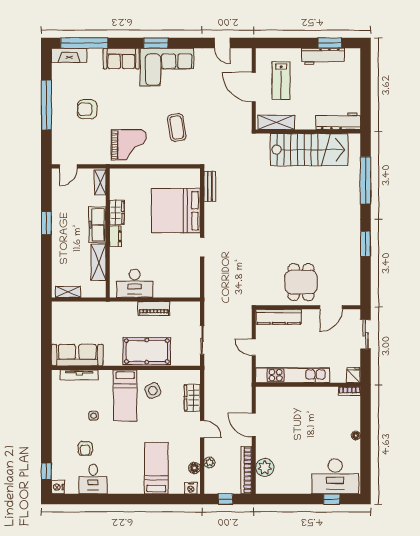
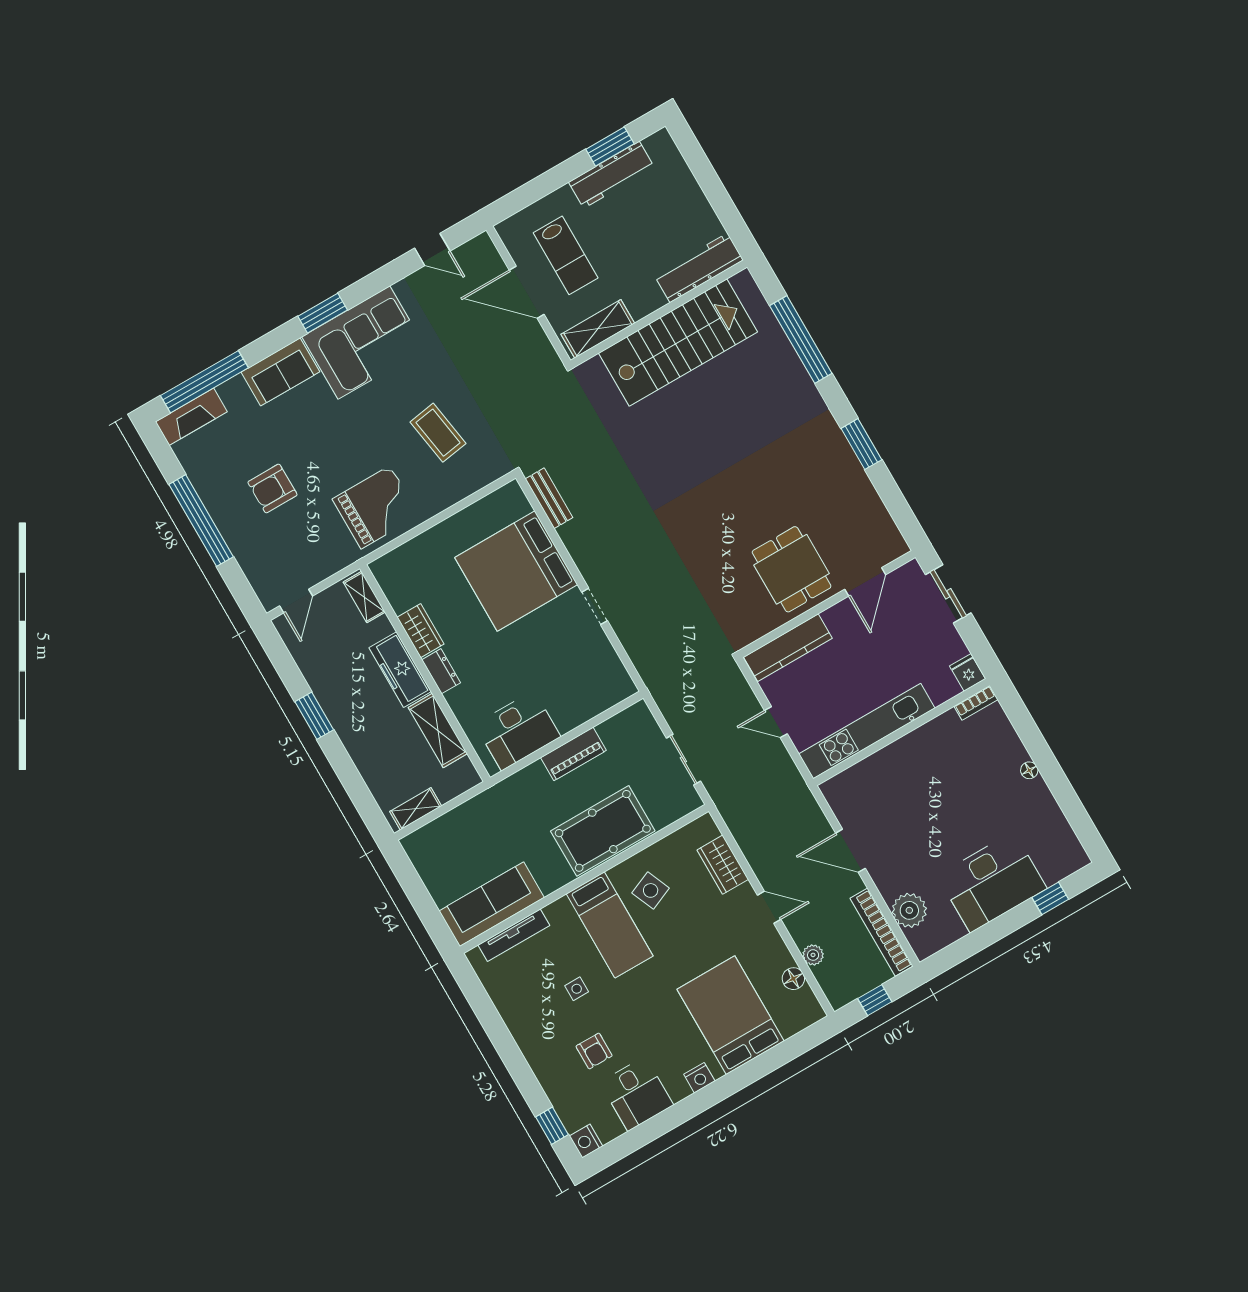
bed: (156, 468) -> (731, 1015), width x1.50
desk: (335, 476) -> (992, 882), moved
nightstand: (191, 488) -> (699, 1078), moved

